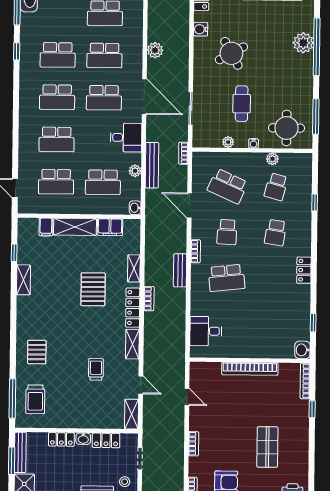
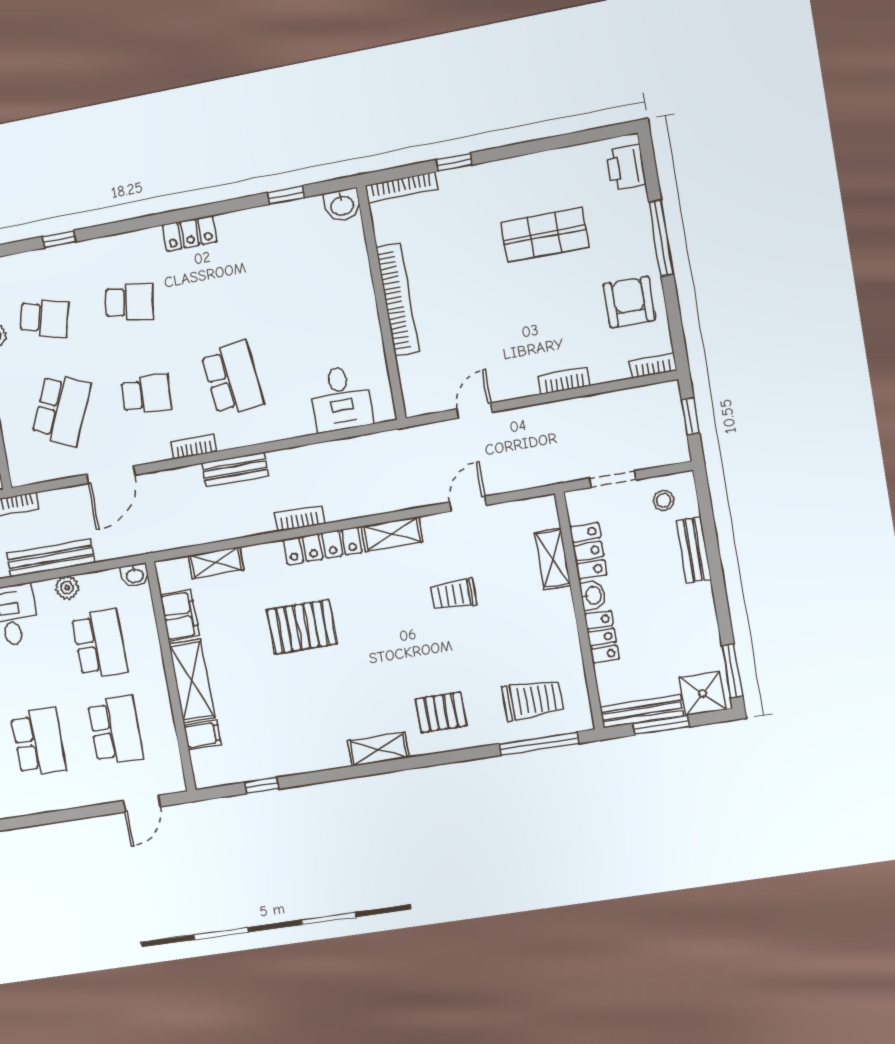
shelving: (134, 268) -> (216, 563), moved
shelving: (23, 280) -> (378, 749), moved
shelving: (131, 414) -> (553, 559), moved, turned 90

